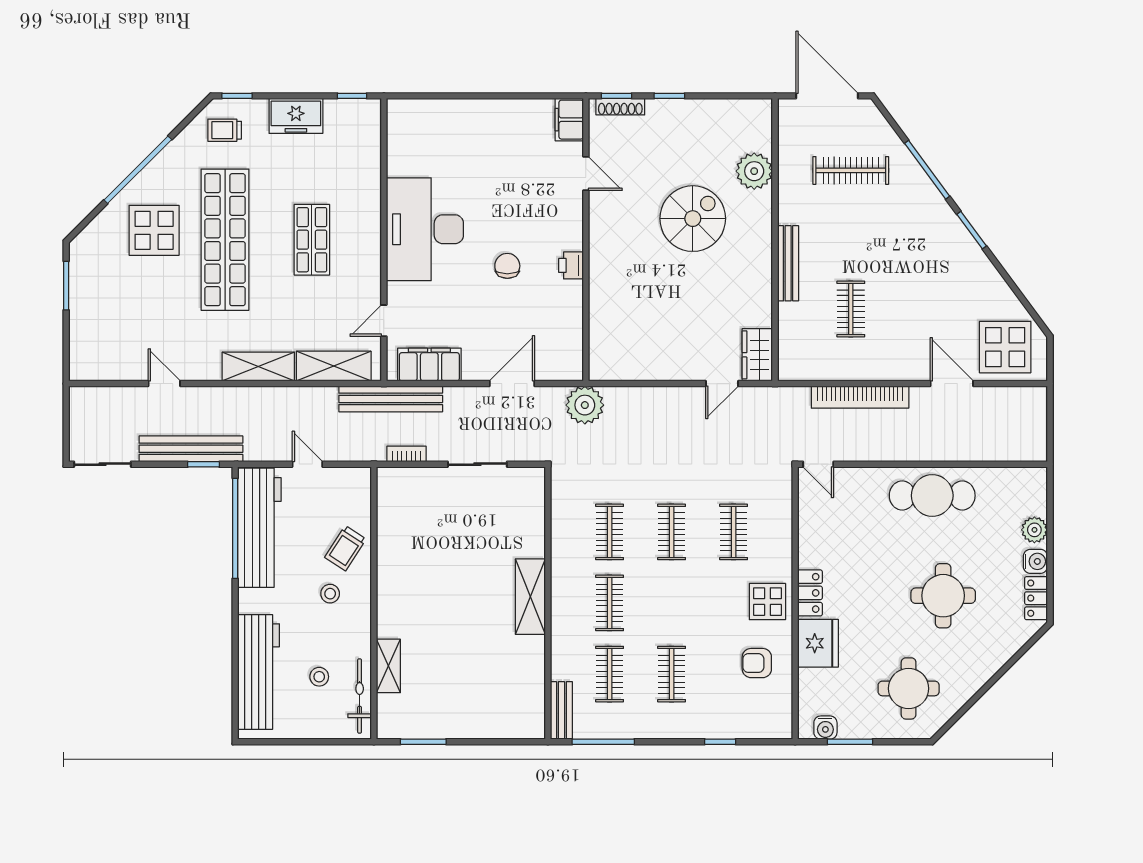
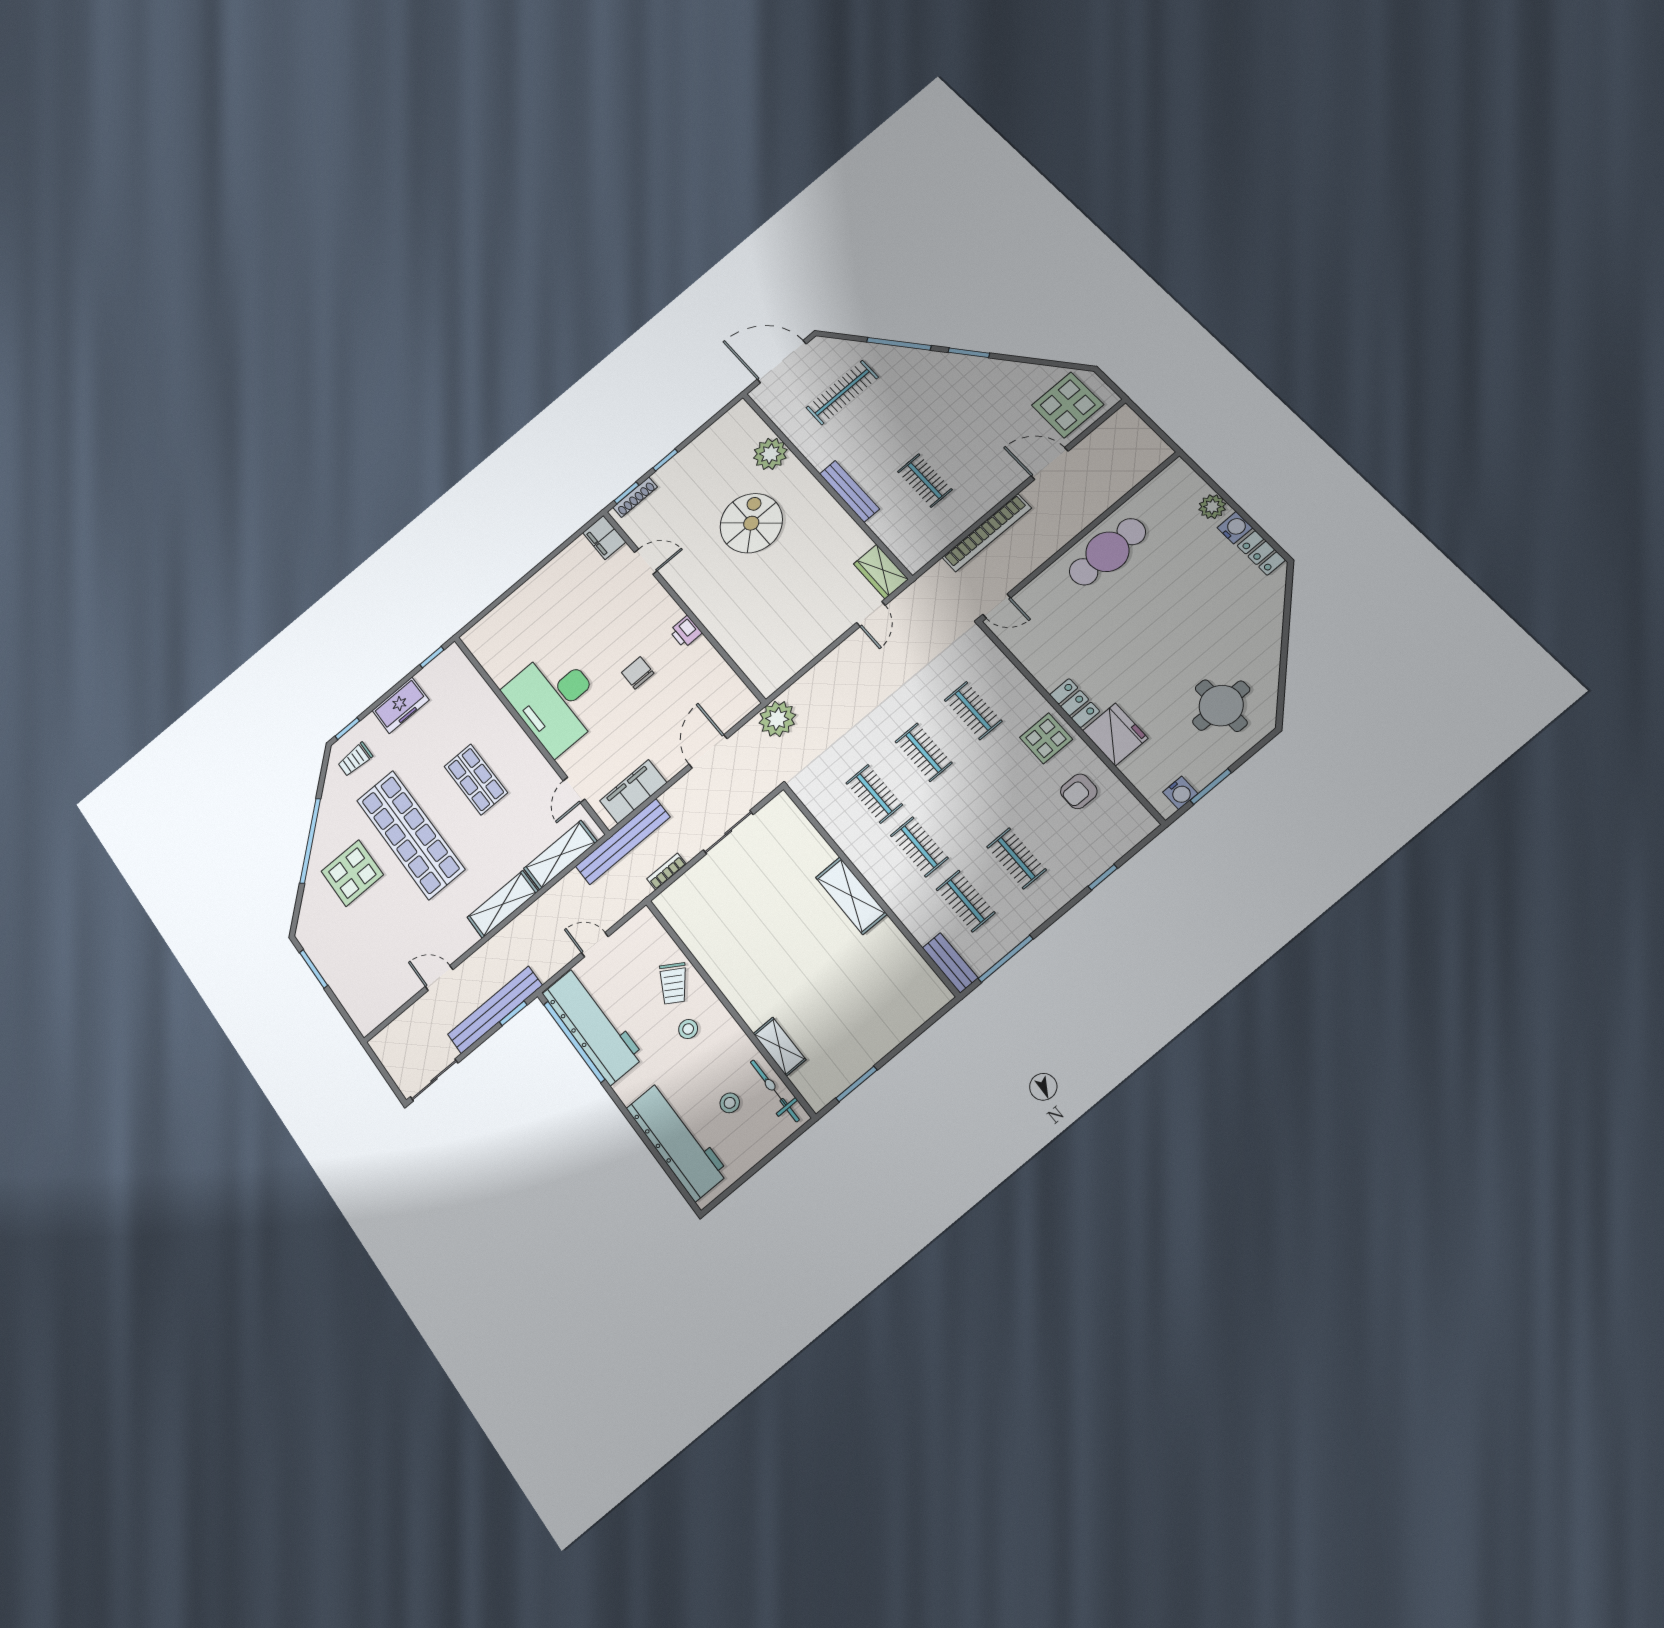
round table: (943, 596) -> (1184, 614), removed

